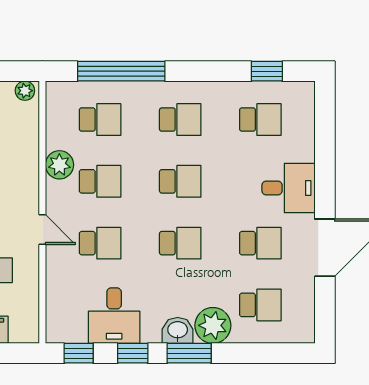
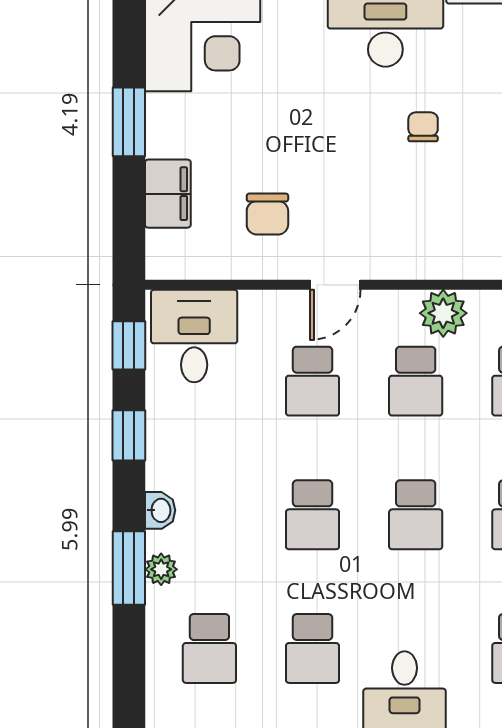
desk: (114, 316) -> (194, 336), moved, turned 90
plant: (213, 325) -> (161, 569), width x0.53, depth x0.53
washbasin: (178, 330) -> (160, 510), width x0.72, depth x0.69
window: (189, 353) -> (129, 568), moved

